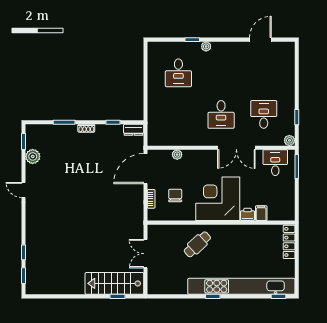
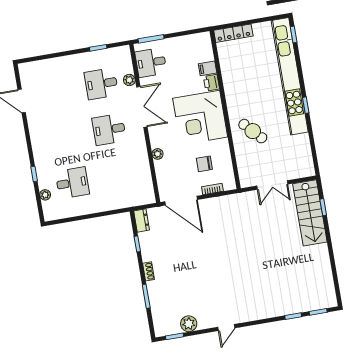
plant: (206, 46) -> (45, 195), moved
desk: (221, 114) -> (109, 129), turned 180
plant: (289, 140) -> (129, 80), moved
plant: (177, 155) -> (158, 154), moved

